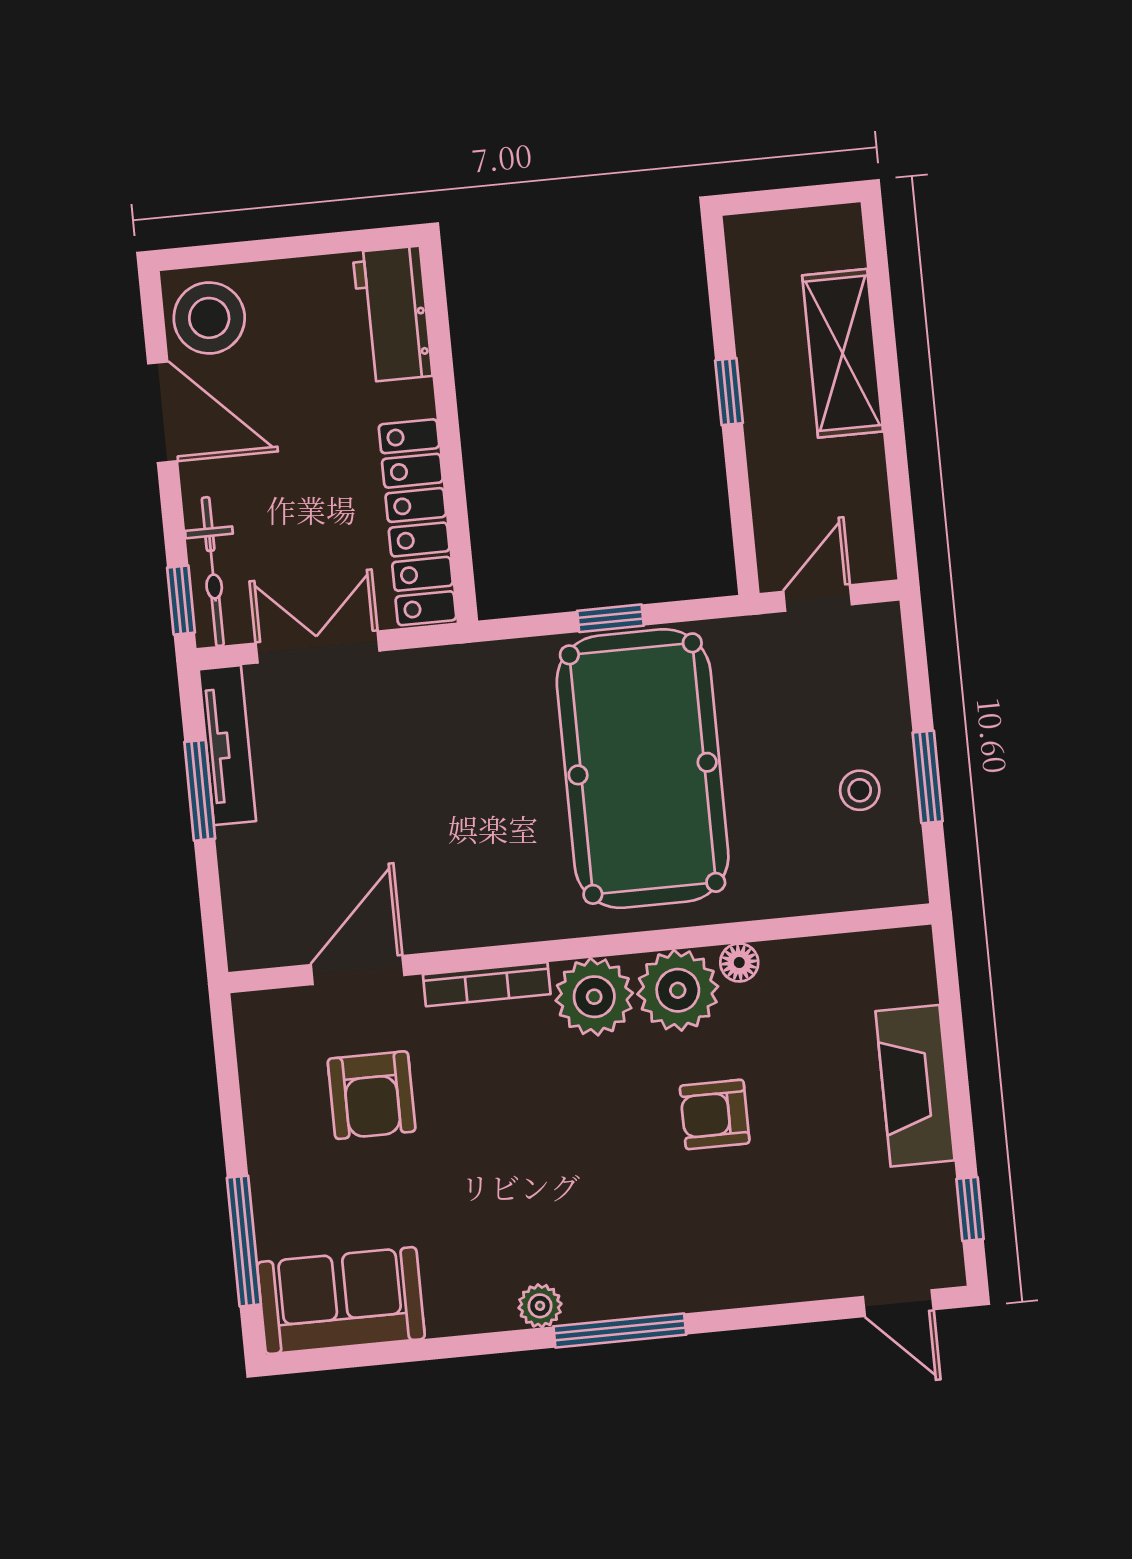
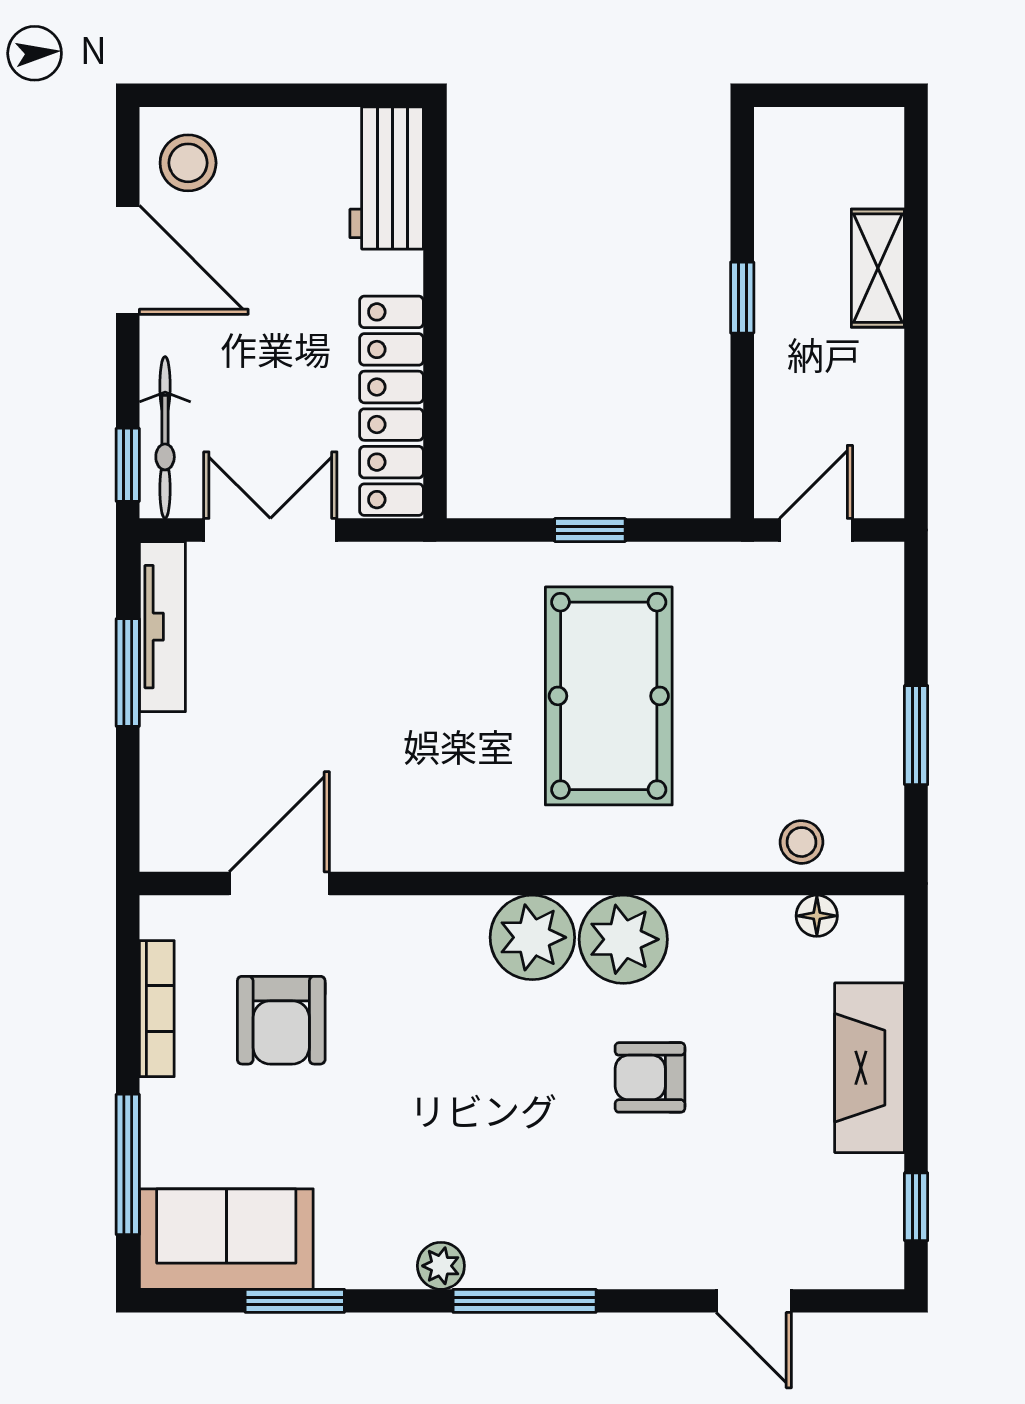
stool: (209, 318) -> (188, 163), width x0.73, depth x0.73
shelving: (843, 353) -> (878, 268), width x0.67, depth x0.75
pool table: (643, 769) -> (609, 696), width x0.73, depth x0.76
stool: (860, 790) -> (801, 842), moved
floor lamp: (739, 963) -> (817, 916), moved
bookcase: (487, 984) -> (157, 1009), moved, turned -90
door: (898, 1303) -> (754, 1301), moved
window: (409, 1351) -> (295, 1301), added

